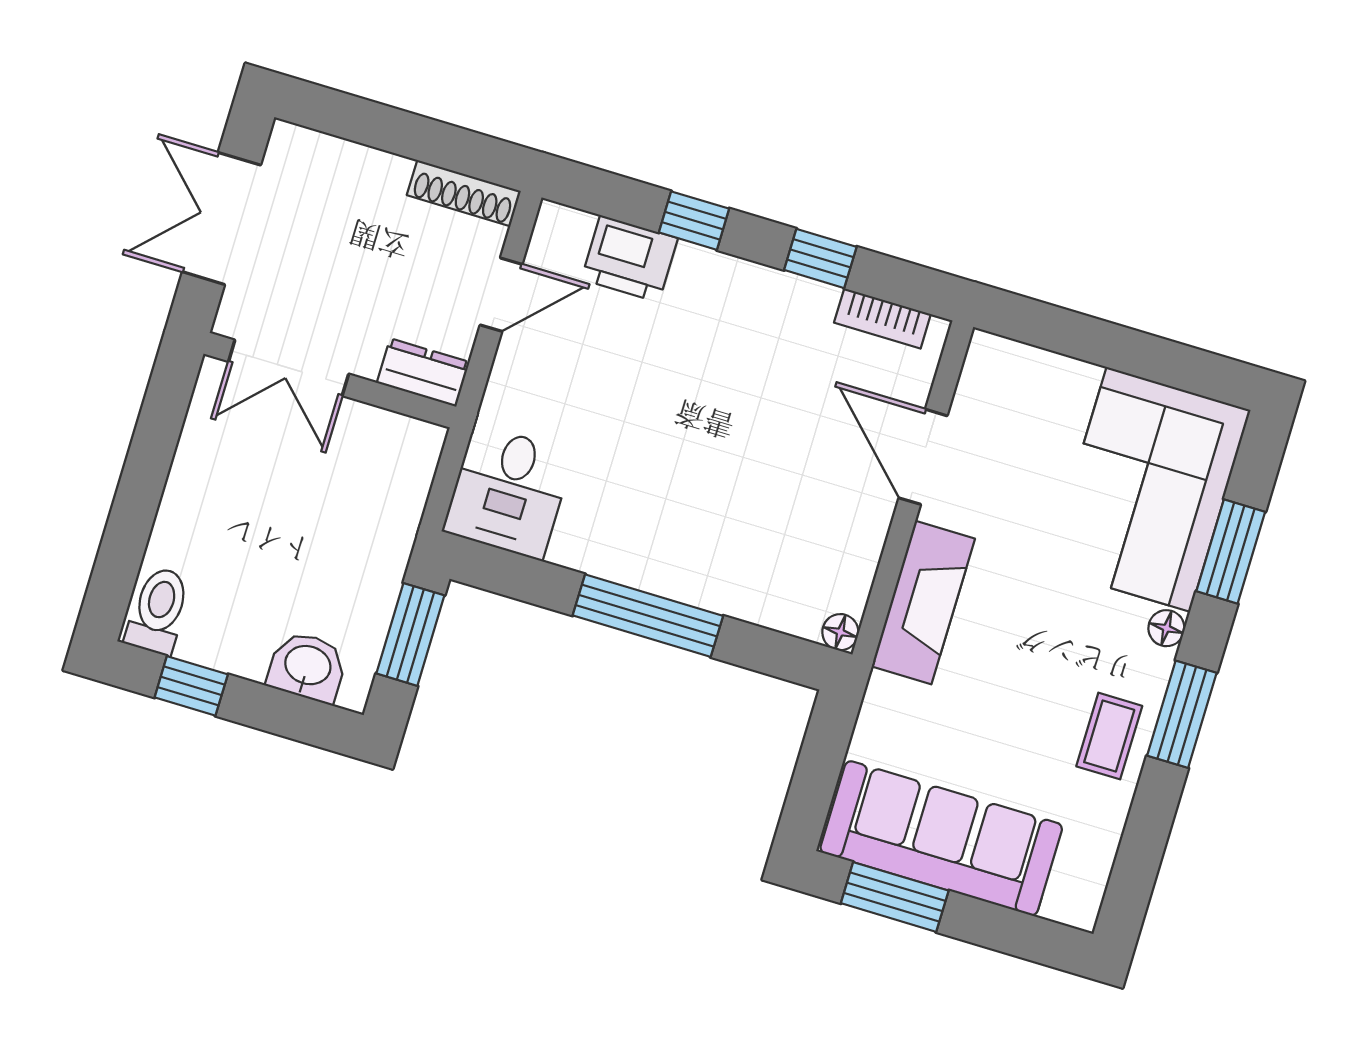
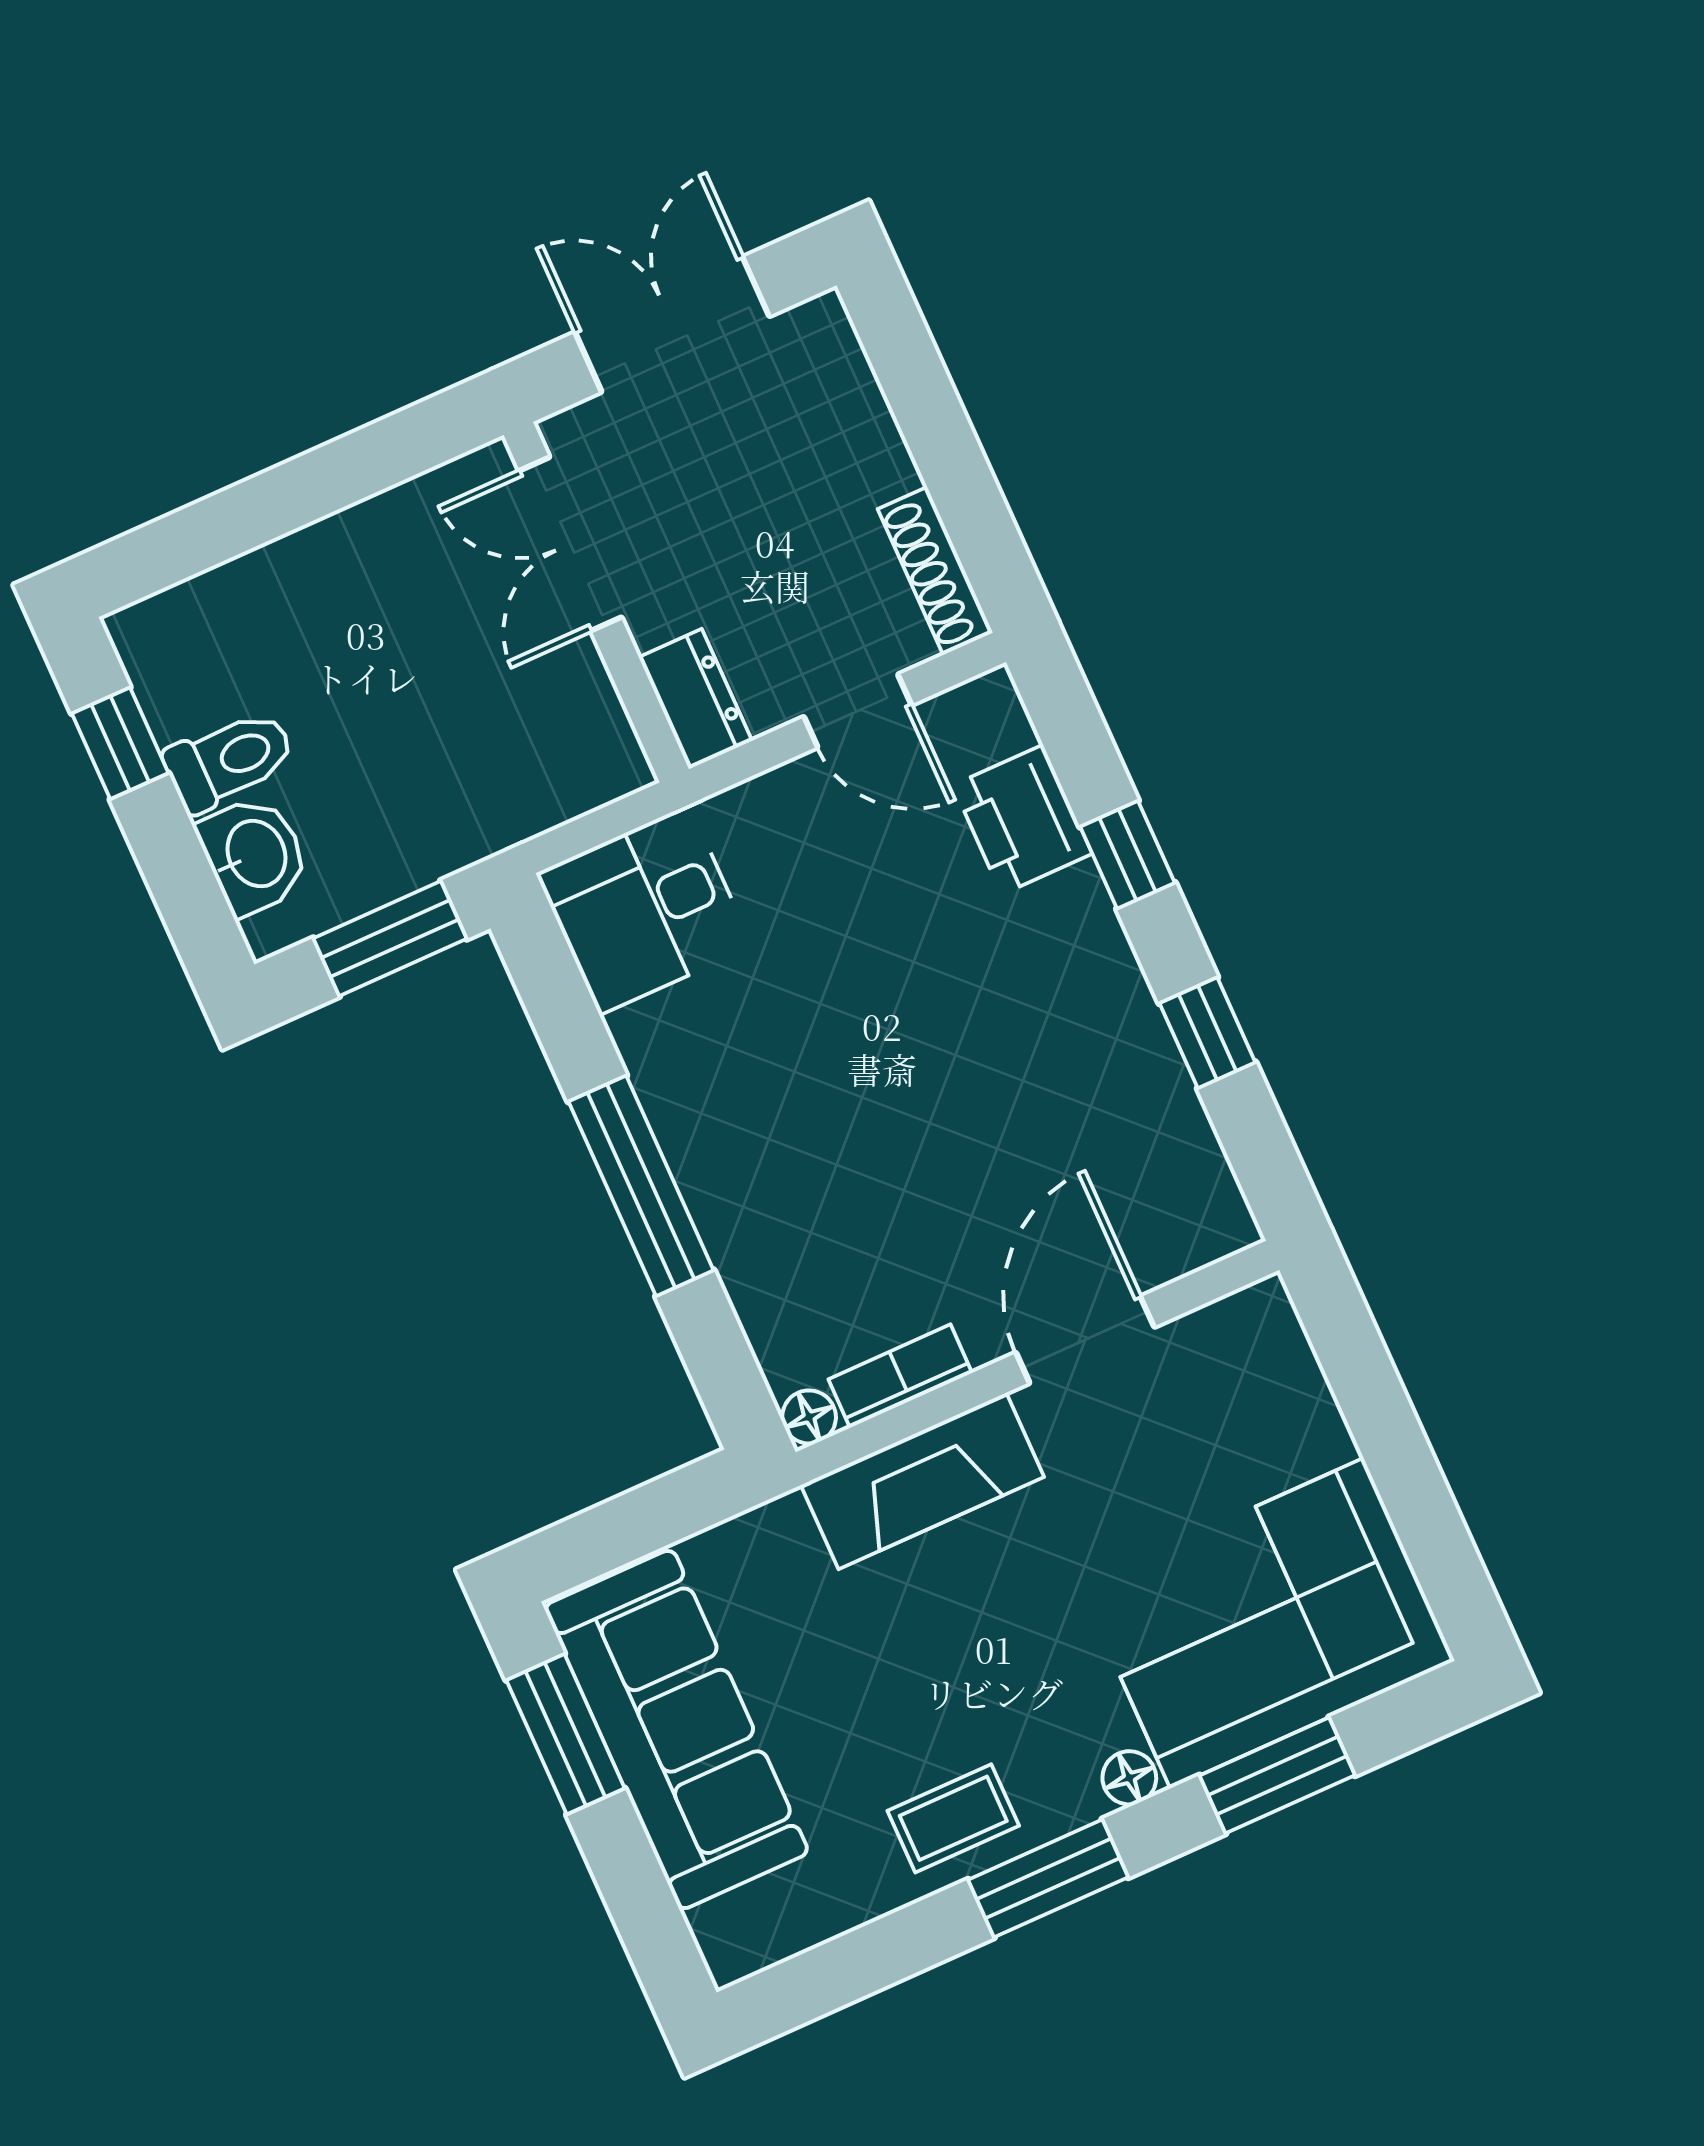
bookcase: (882, 318) -> (900, 1376), moved, turned 90
toilet: (158, 611) -> (229, 760), moved

